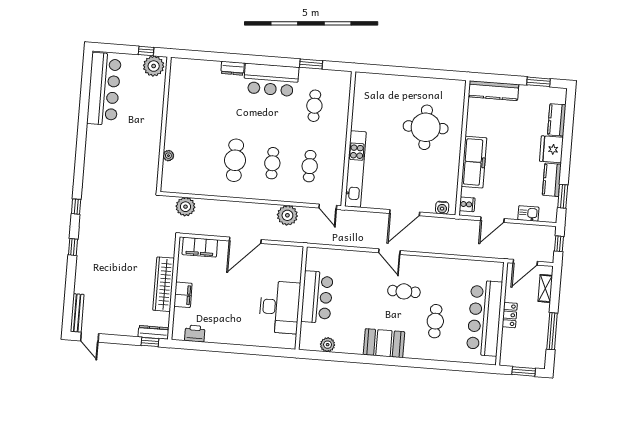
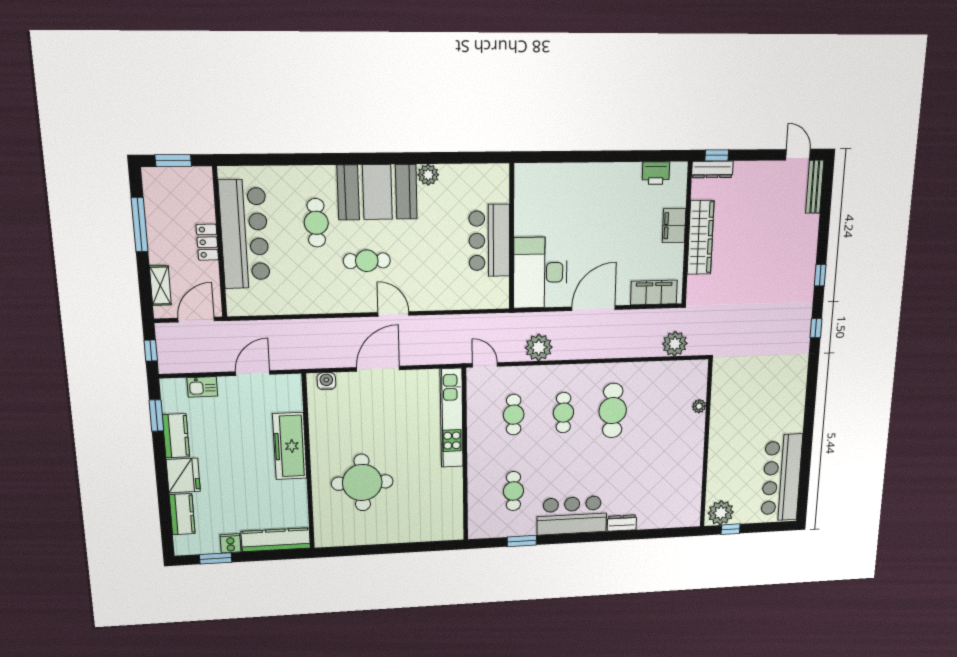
cooker: (467, 204) -> (230, 543), moved, turned 90
desk: (280, 307) -> (540, 273), moved
booth: (384, 343) -> (377, 192), width x1.36, depth x1.42
plant: (328, 345) -> (428, 175), moved

